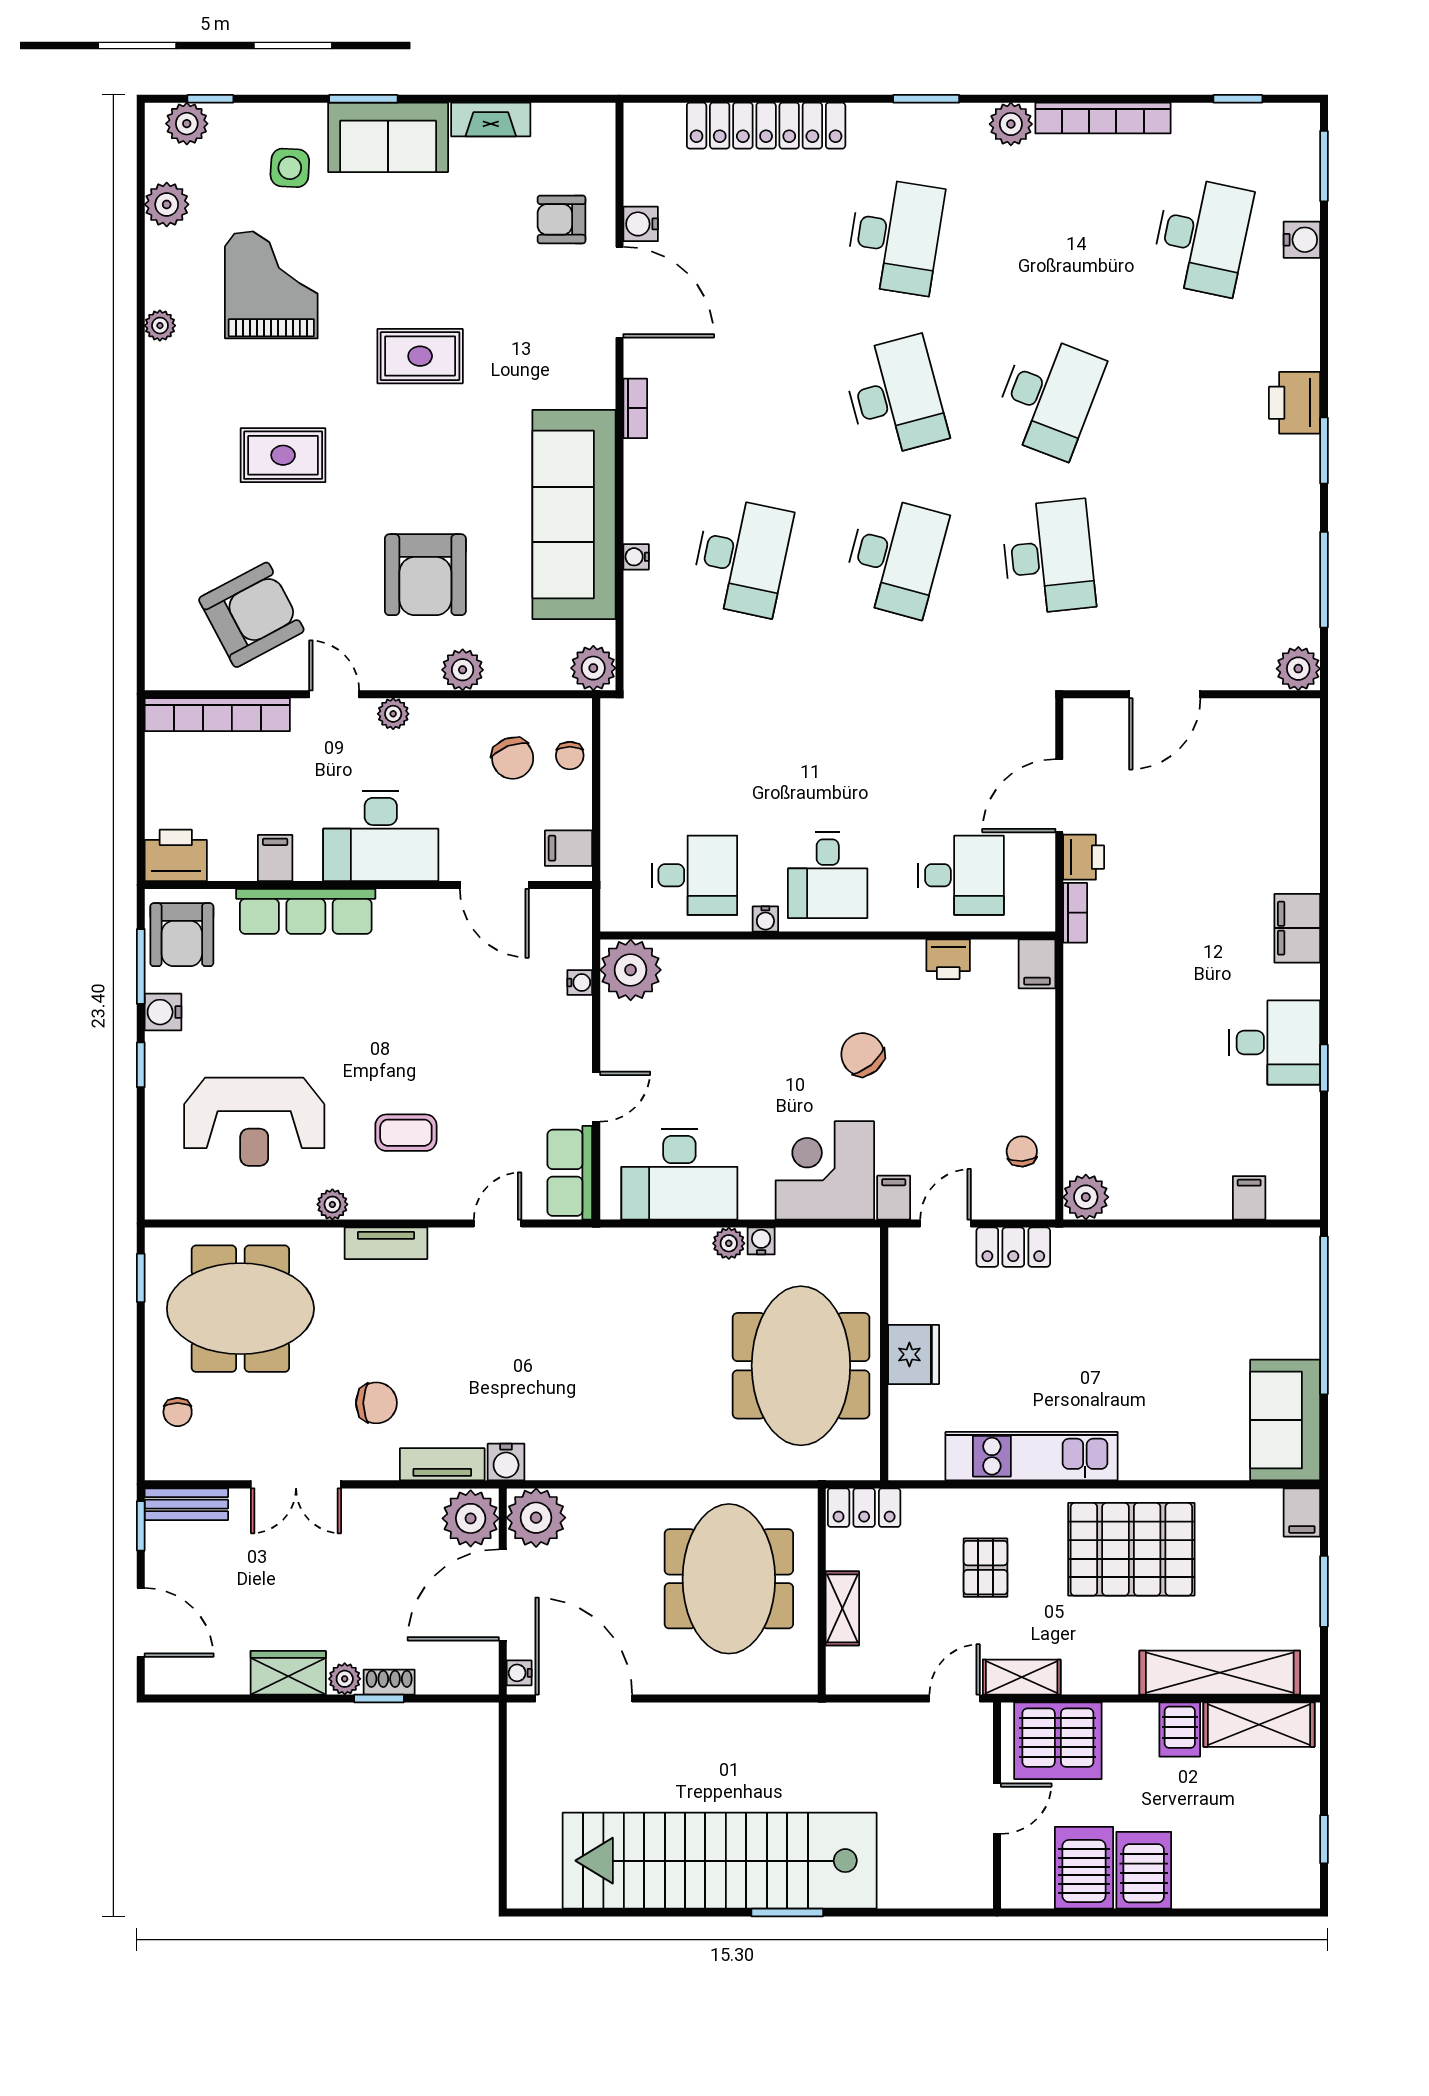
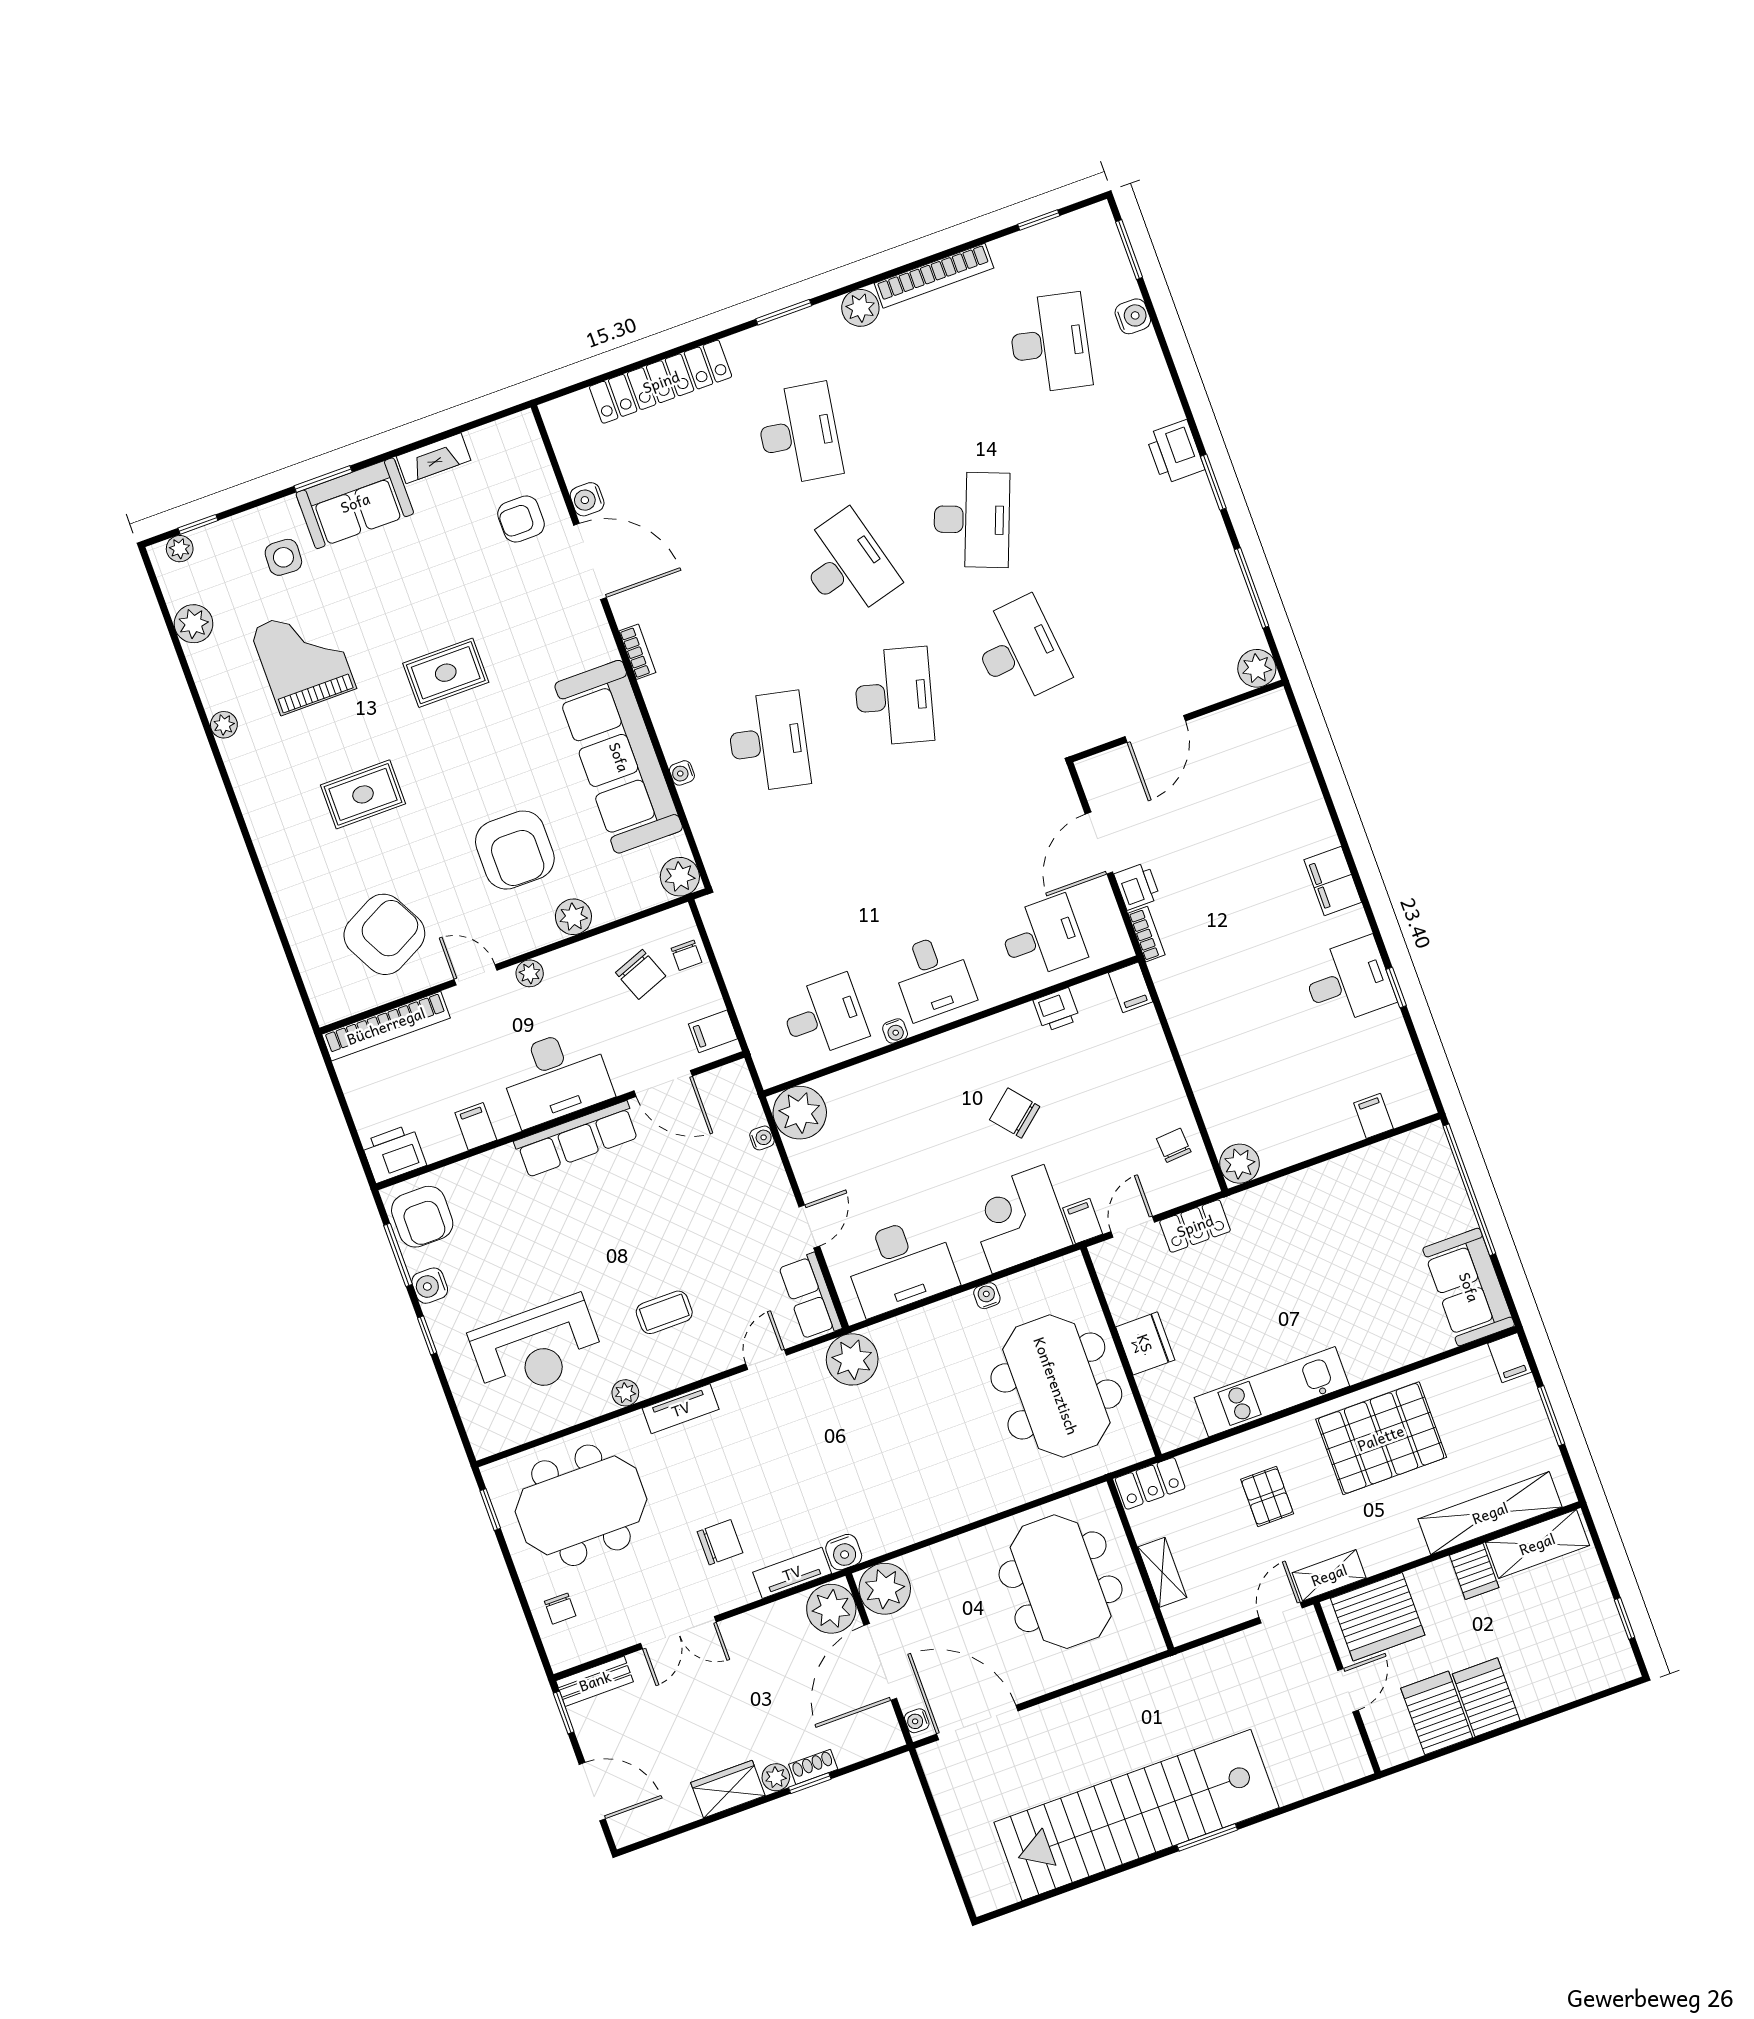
plant: (187, 124) -> (180, 549), width x0.73, depth x0.73
row of seats: (306, 911) -> (577, 1139), moved
plant: (729, 1243) -> (852, 1359), moved, width x1.87, depth x1.87

